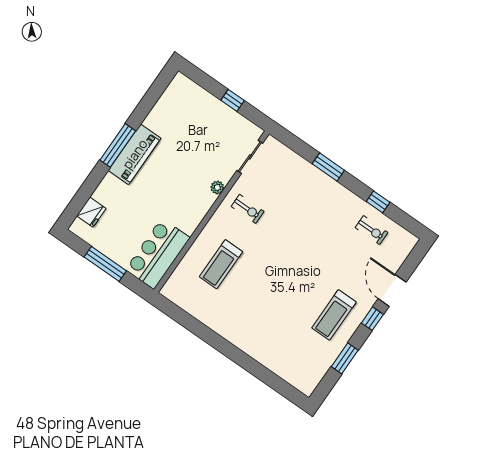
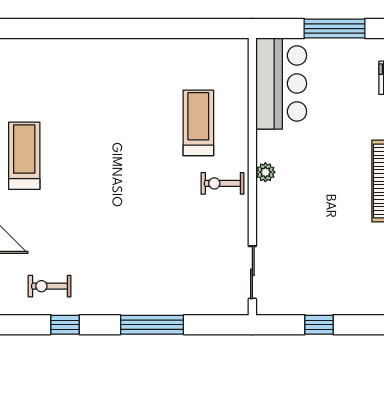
window: (328, 167) -> (152, 325), width x1.44
plant: (217, 187) -> (265, 172), moved
exercise bike: (248, 209) -> (222, 183), moved

